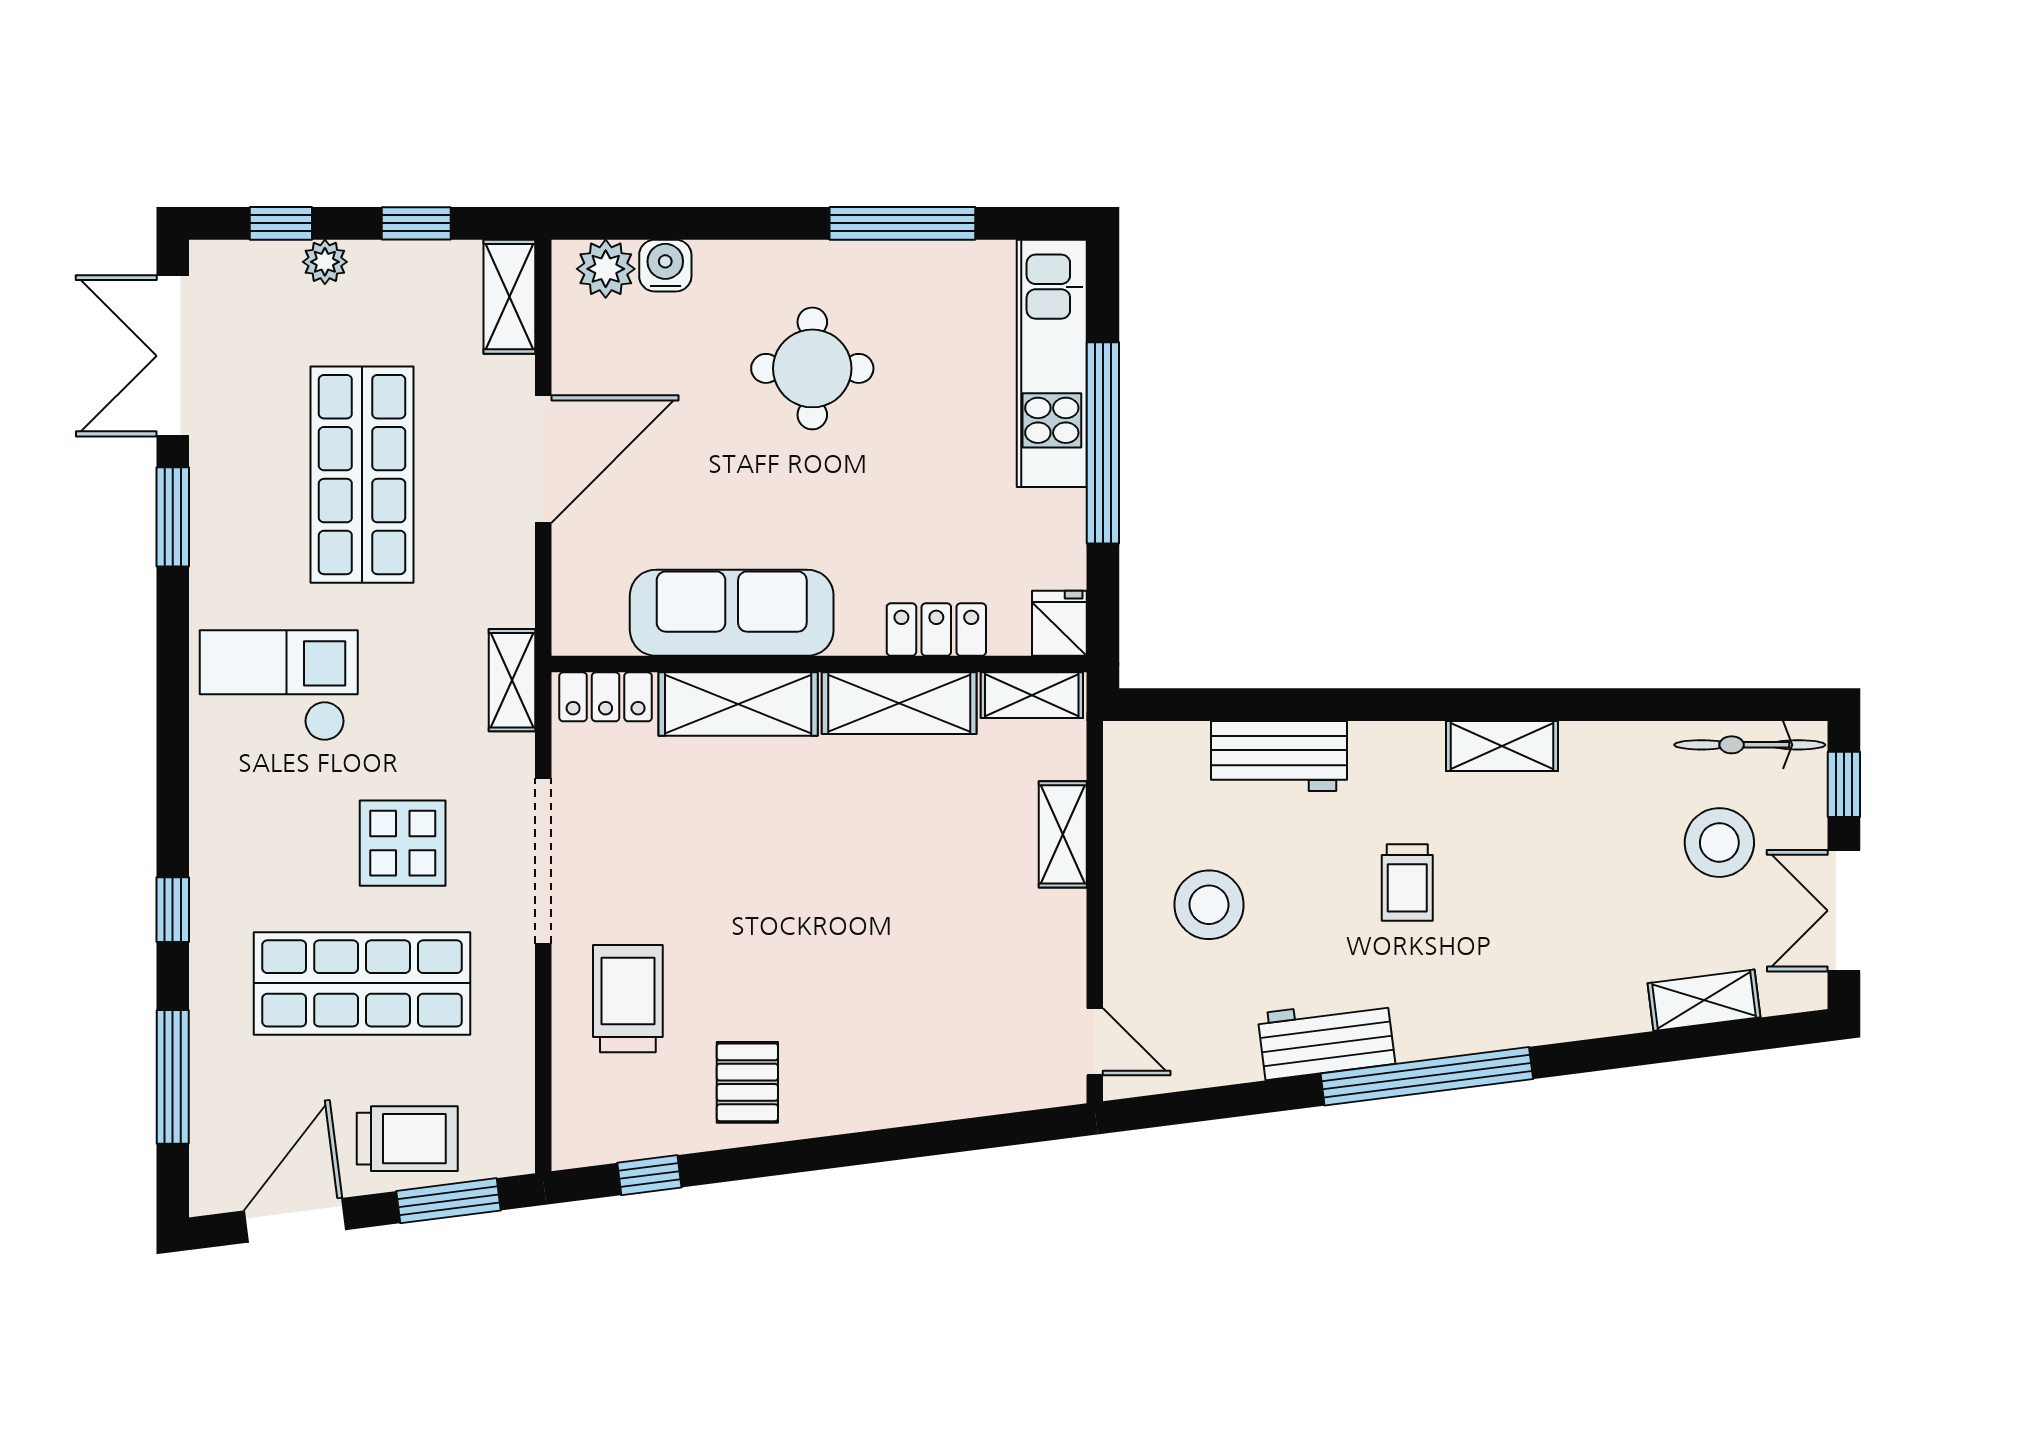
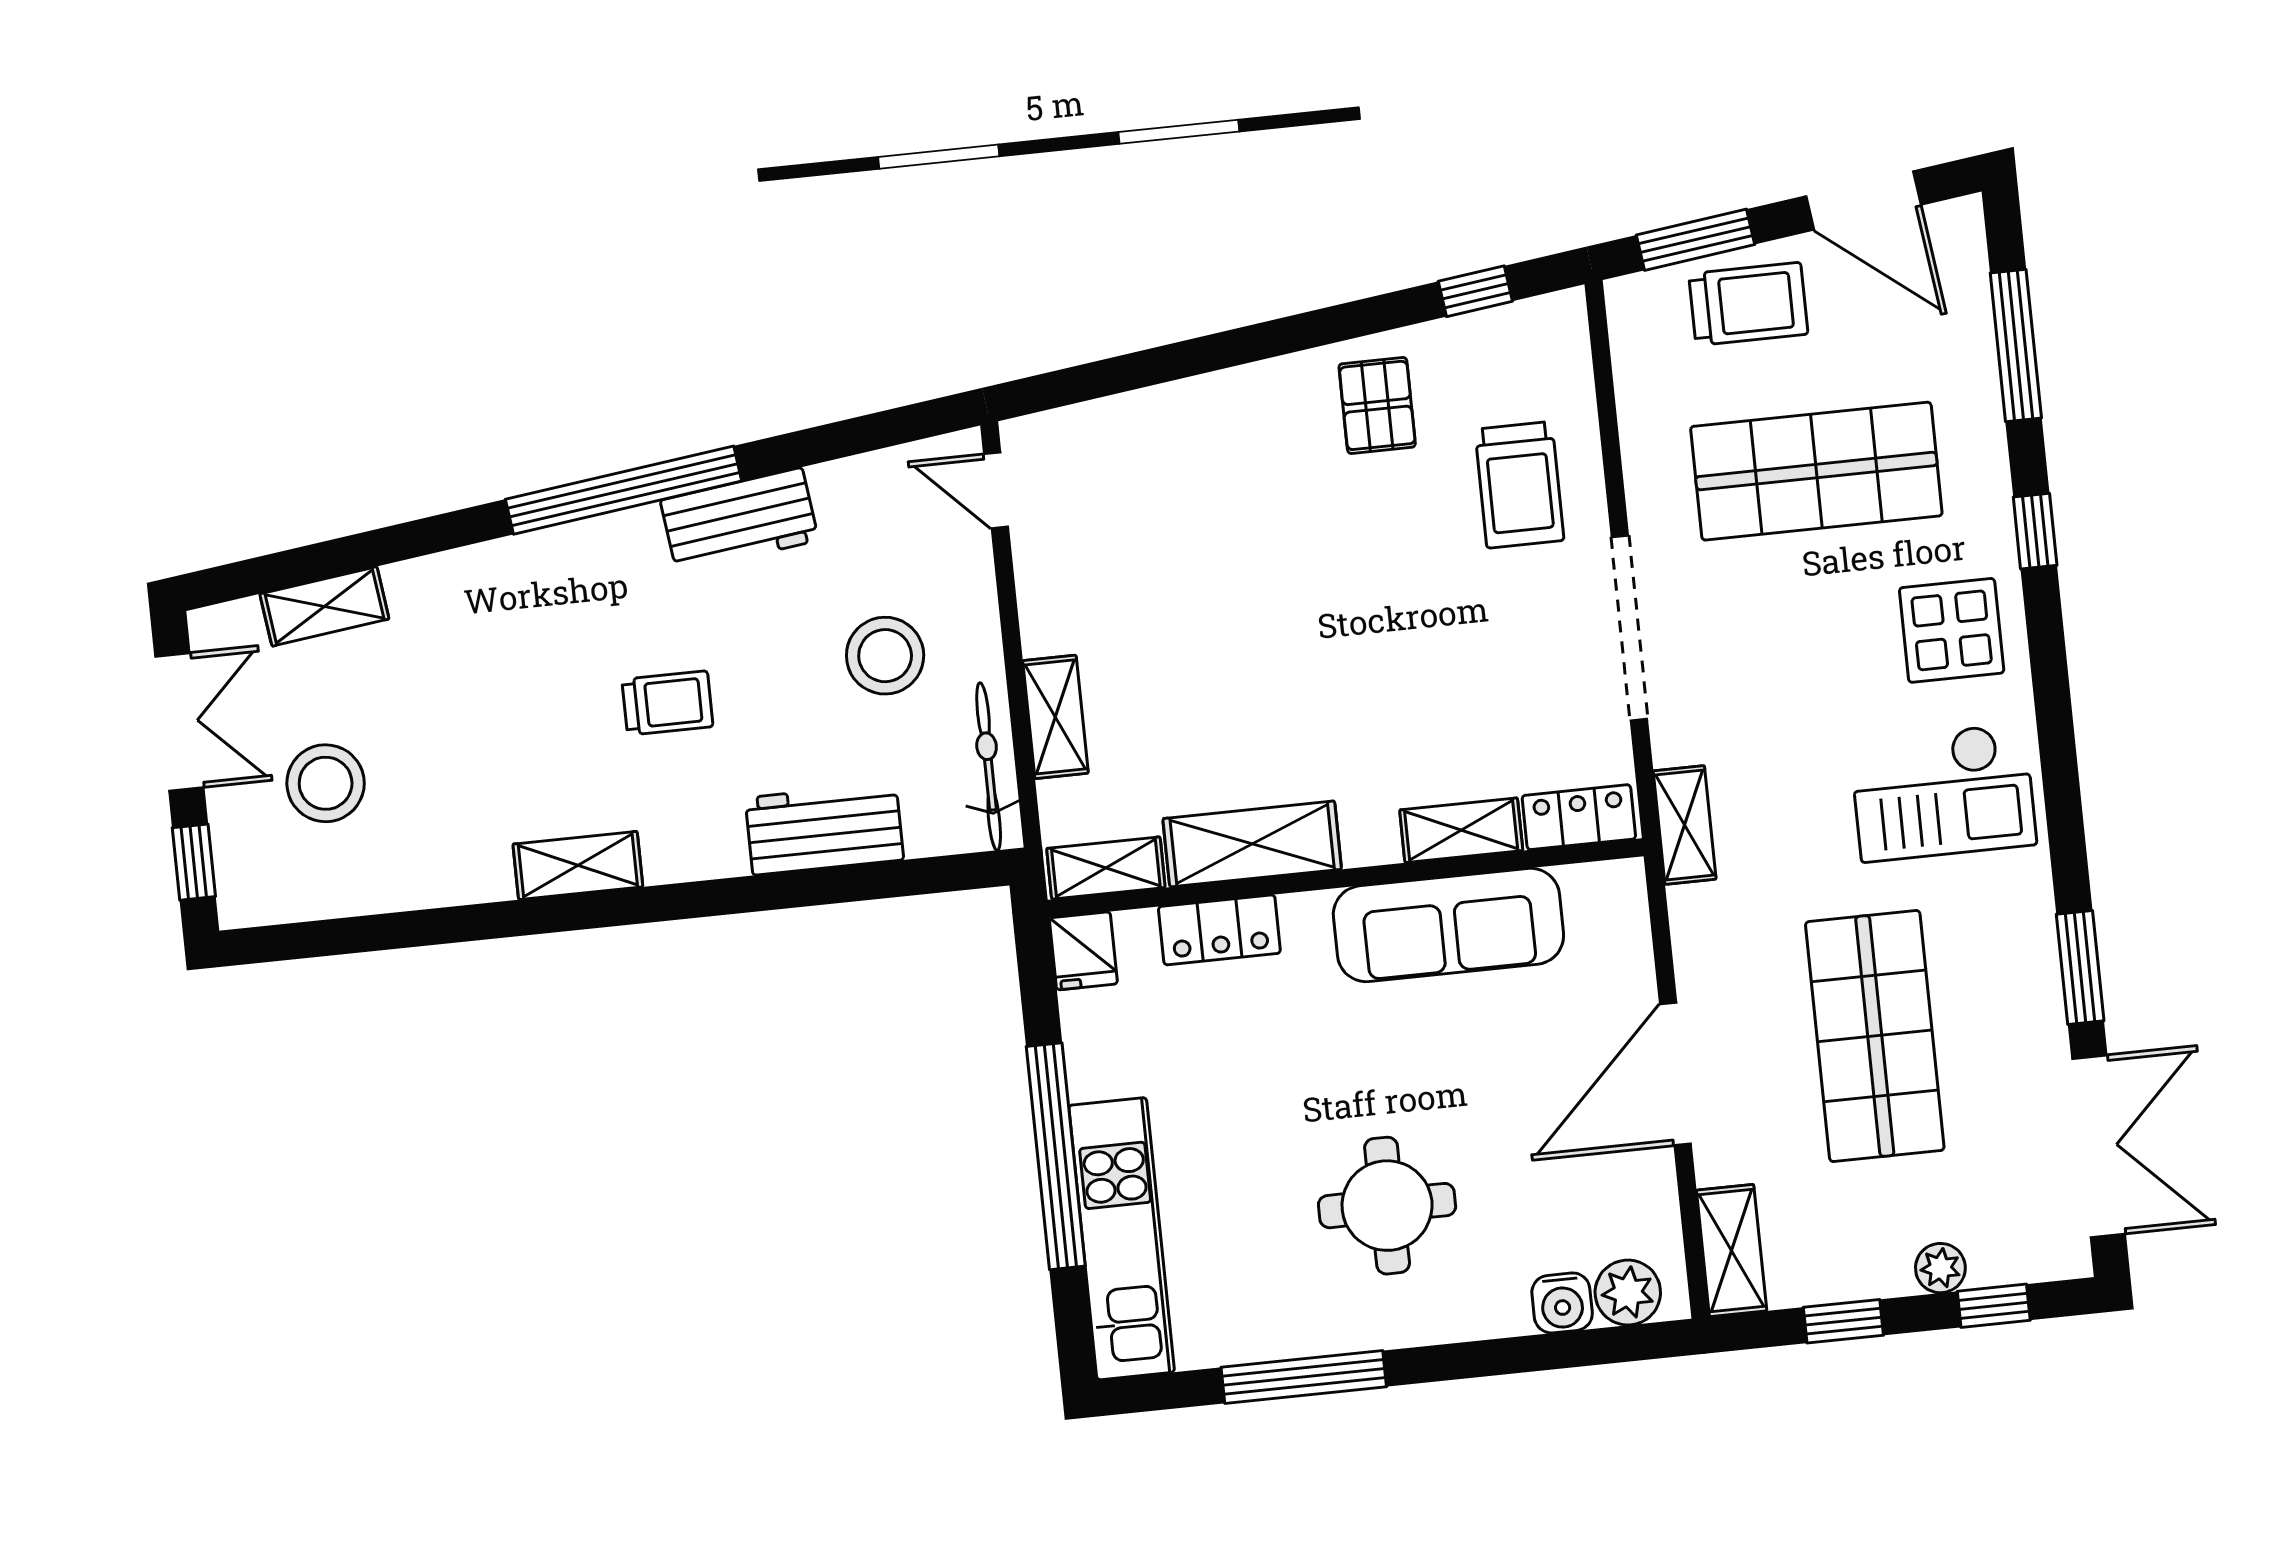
shelving: (738, 704) -> (1461, 830), width x0.67, depth x0.75
bicycle: (1750, 745) -> (989, 766), moved, turned -90
display table: (403, 843) -> (1952, 630), moved
trolley: (1407, 883) -> (667, 703), turned 90
trolley: (407, 1139) -> (1748, 304), turned 180
door: (295, 1220) -> (1863, 201), hinge flipped

